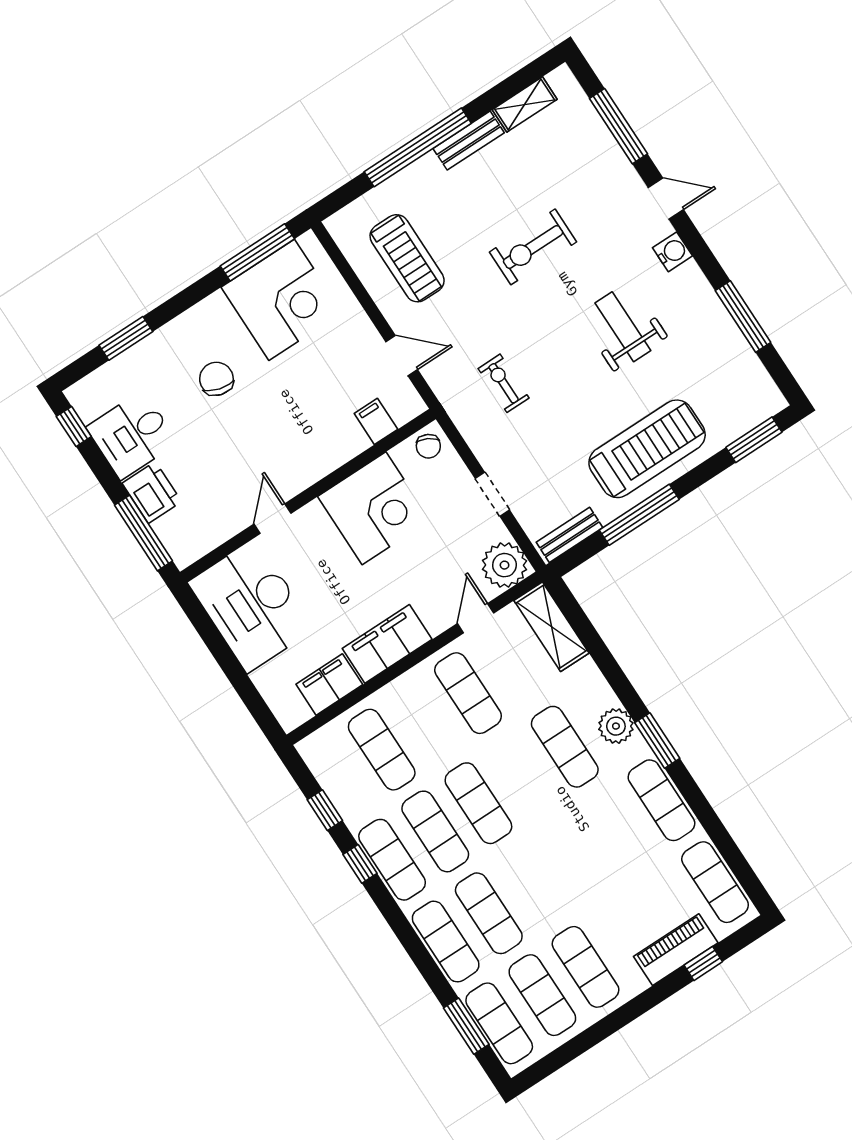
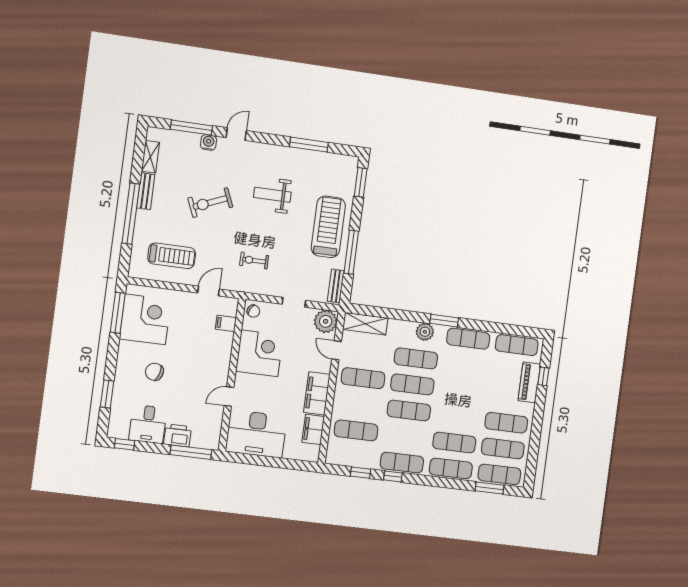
exercise bike: (533, 247) -> (210, 203), turned 67
water cooler: (673, 252) -> (208, 142), moved
door: (273, 519) -> (229, 397), hinge flipped
exercise mat: (435, 831) -> (412, 384), moved

